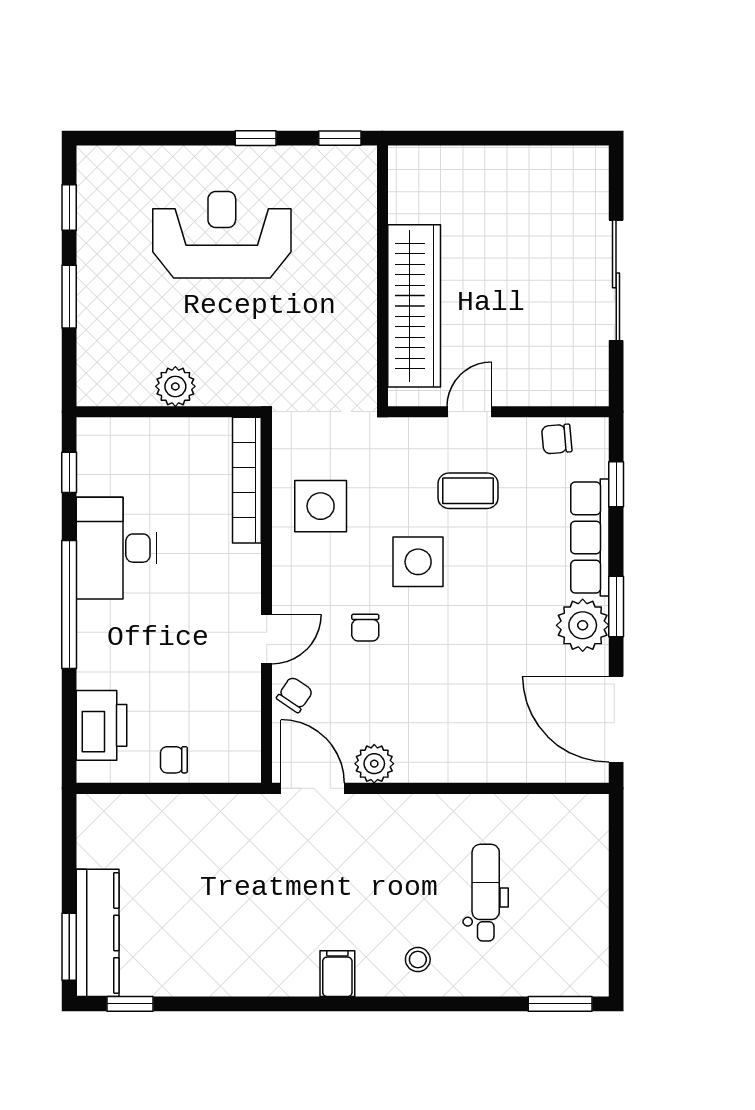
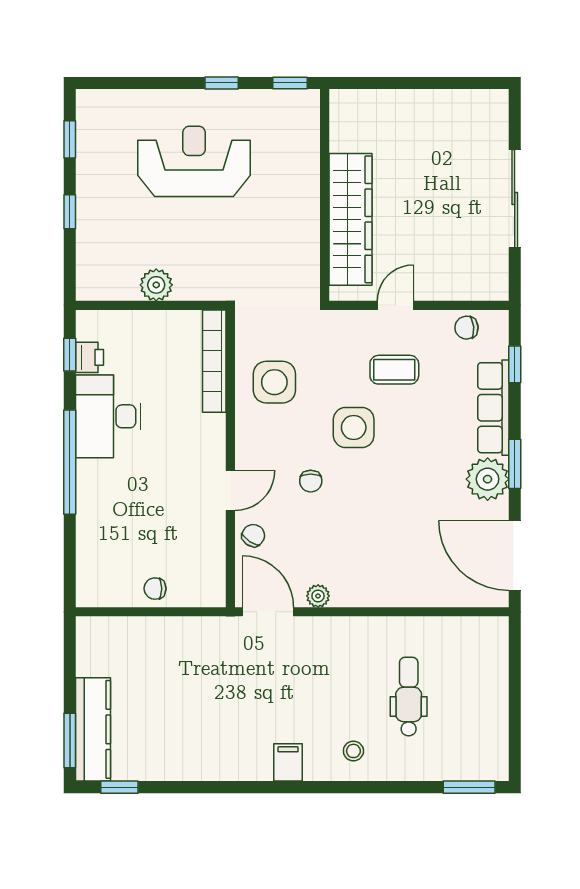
window: (69, 297) -> (70, 212), width x0.67
printer: (101, 725) -> (90, 357), moved, width x0.53, depth x0.68
plant: (374, 764) -> (318, 596), width x0.73, depth x0.73

